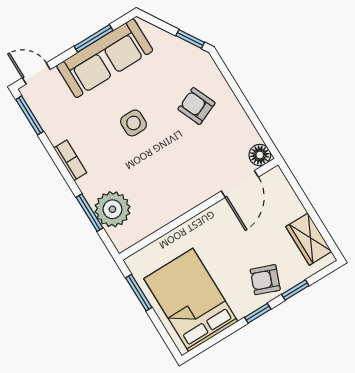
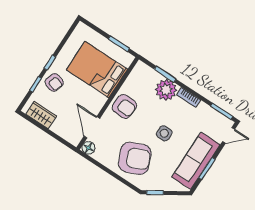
armchair: (196, 106) -> (135, 158), width x1.88, depth x1.88
armchair: (175, 193) -> (124, 106), added
plant: (112, 209) -> (166, 90), moved
armchair: (265, 280) -> (54, 82), turned 88
bed: (191, 300) -> (97, 70), moved, turned 180

